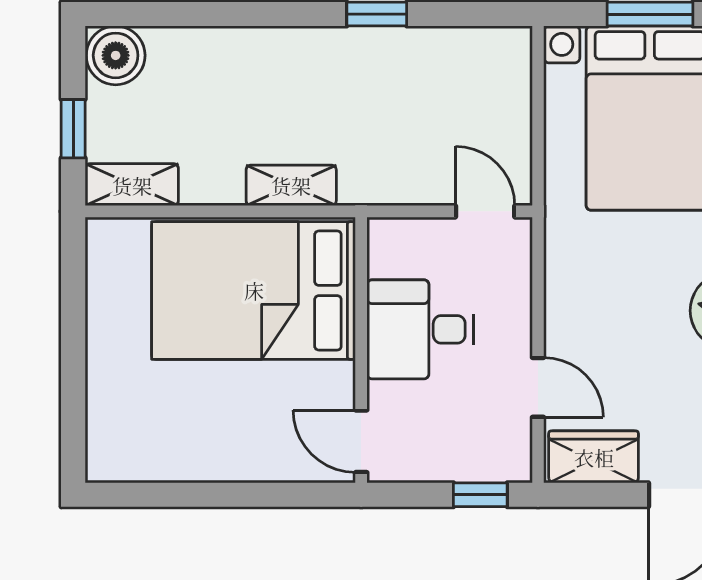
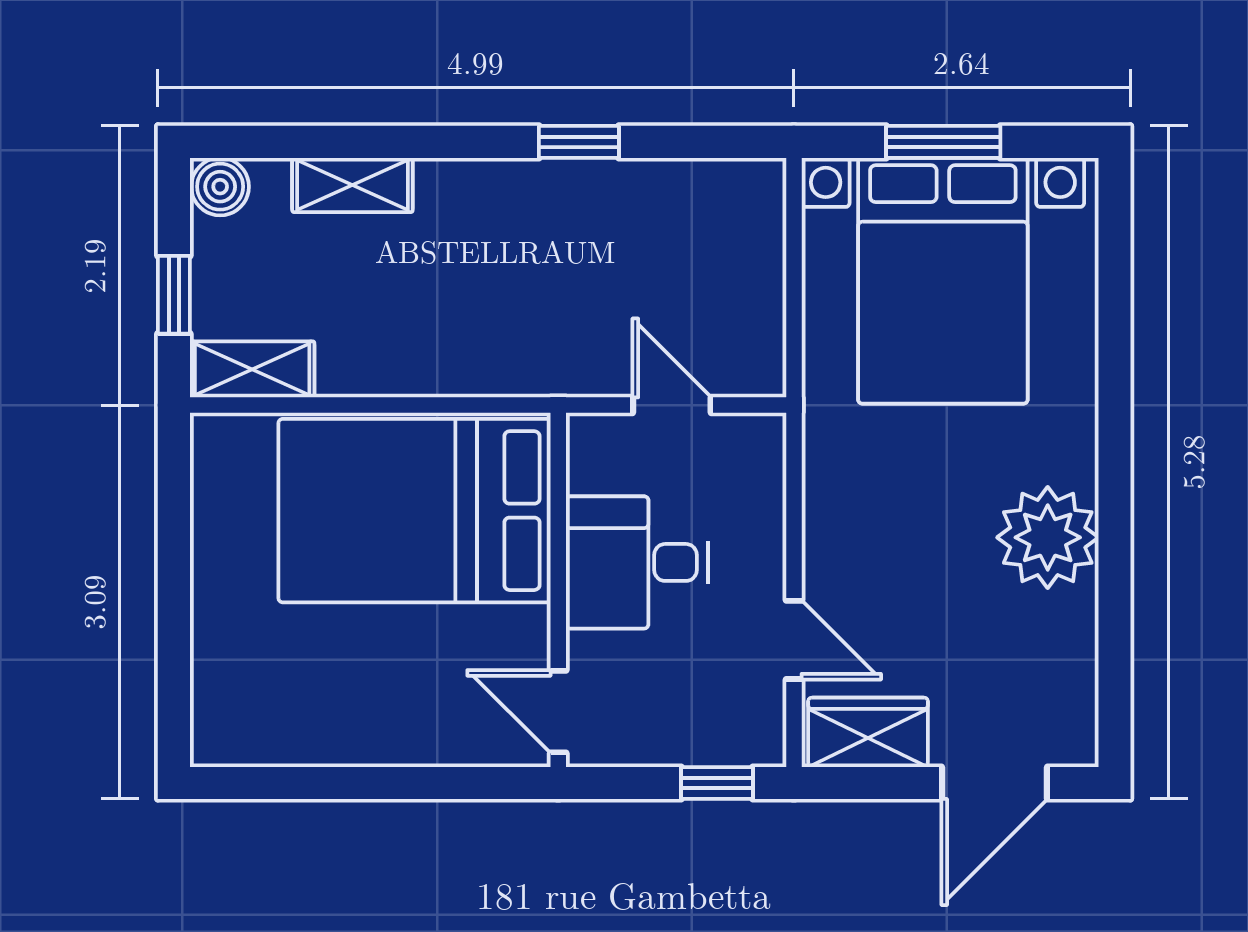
boiler: (116, 55) -> (220, 187), width x0.73, depth x0.73
shelving: (291, 185) -> (352, 185), moved
door: (485, 211) -> (672, 405), moved

